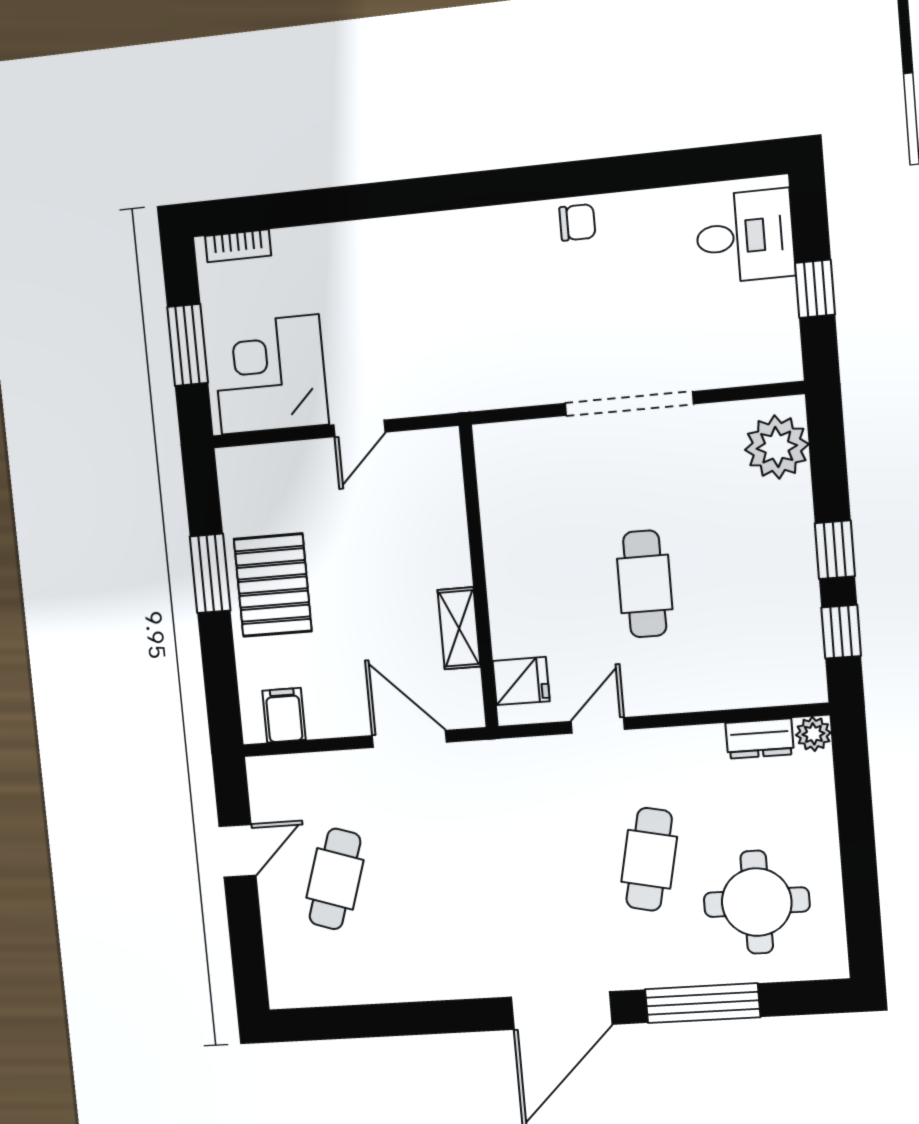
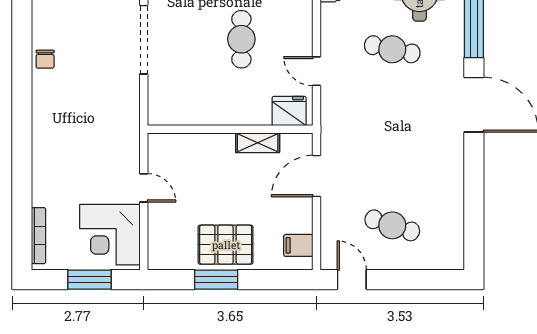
chair: (577, 222) -> (45, 59), turned 180
bookcase: (238, 246) -> (39, 236), width x1.56
cafe table: (645, 584) -> (241, 39), turned 90
fridge: (521, 681) -> (289, 111), width x1.38
door: (238, 851) -> (352, 280), moved

